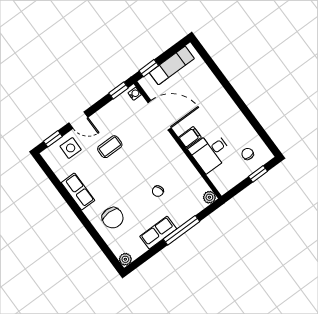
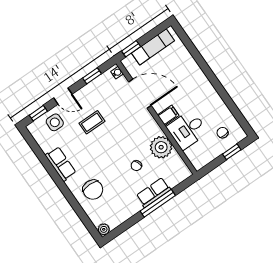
window: (118, 90) -> (92, 76), moved
plant: (209, 197) -> (161, 147), moved, width x1.87, depth x1.87
row of seats: (158, 233) -> (153, 193), moved

